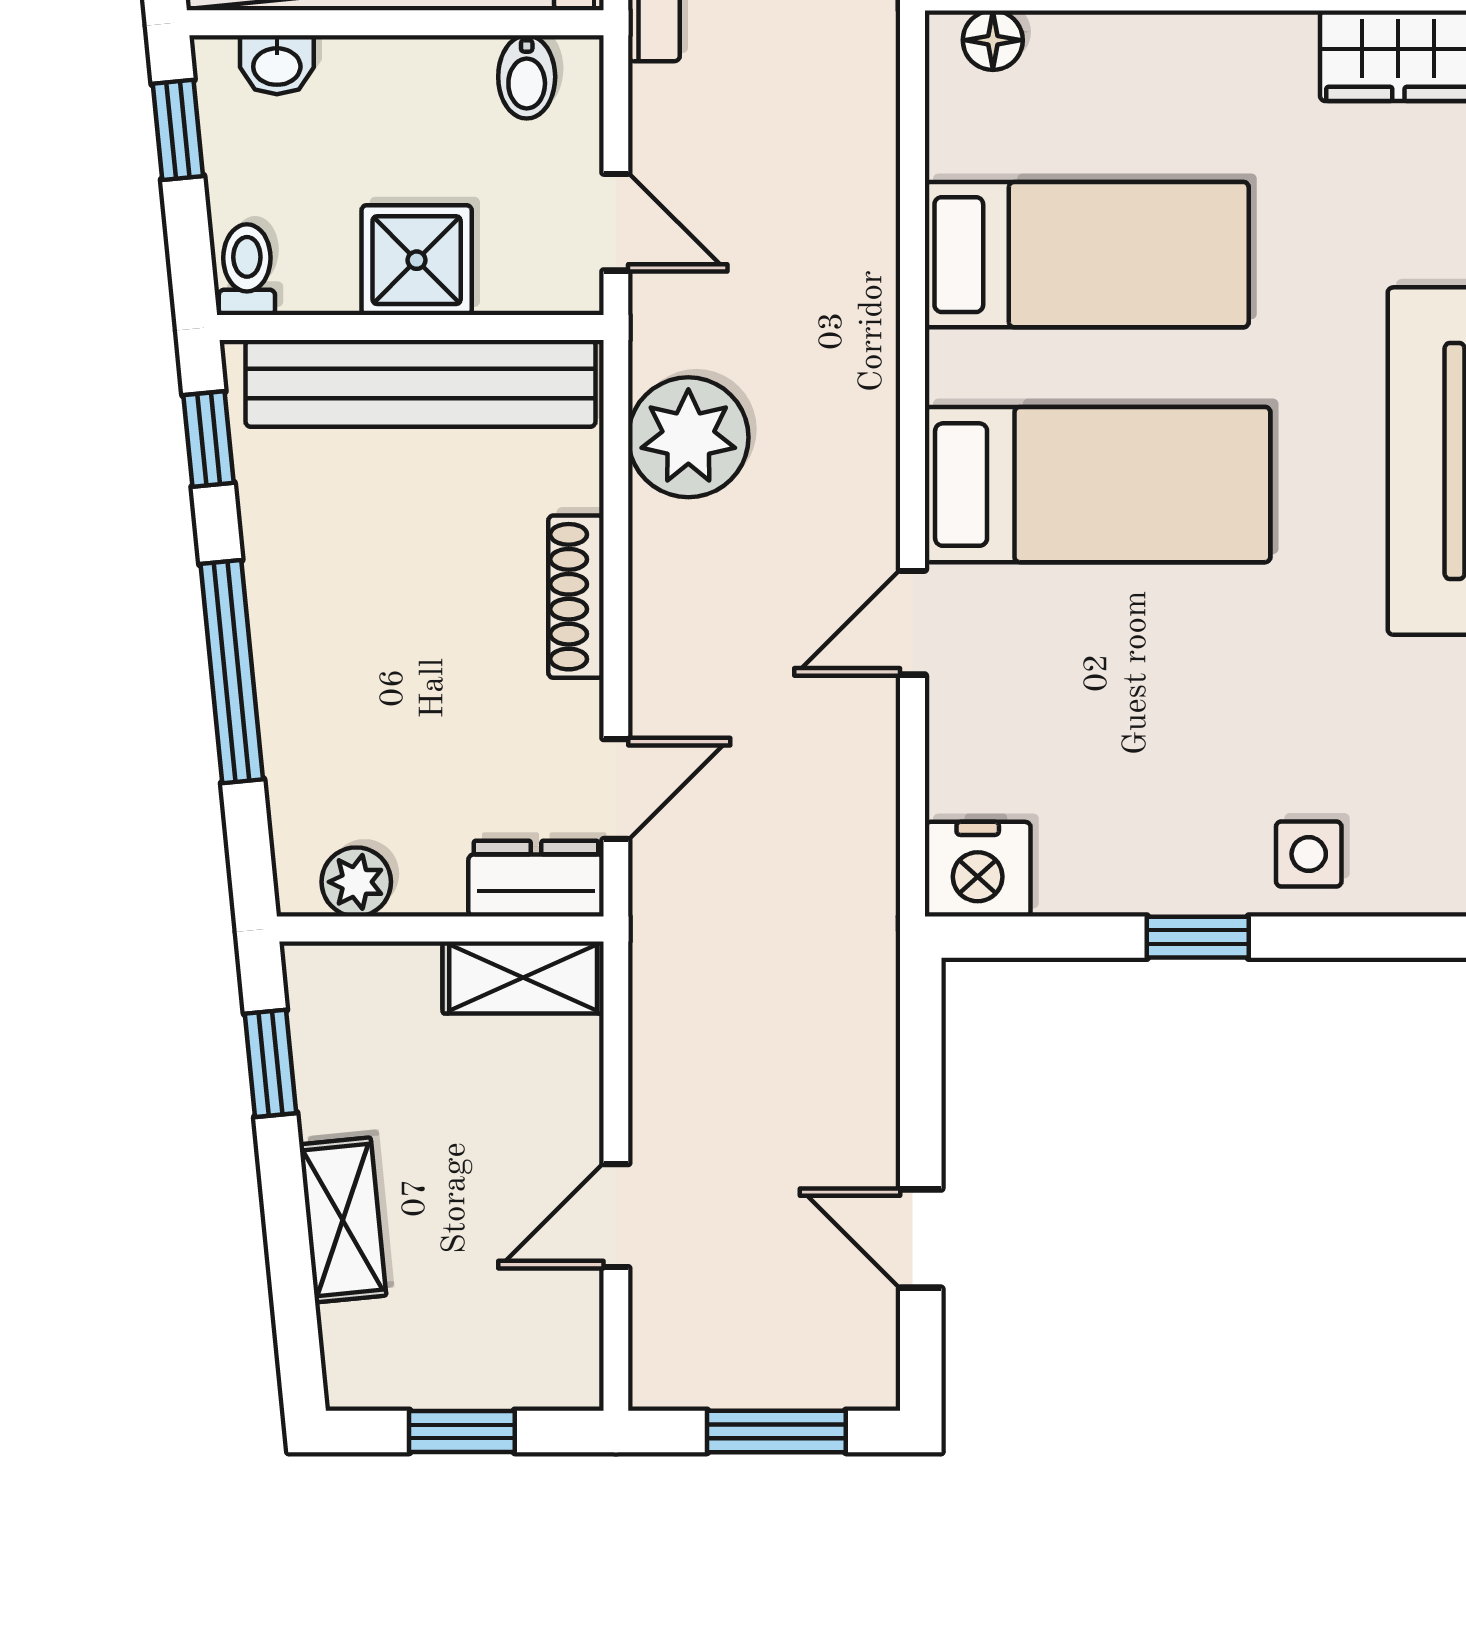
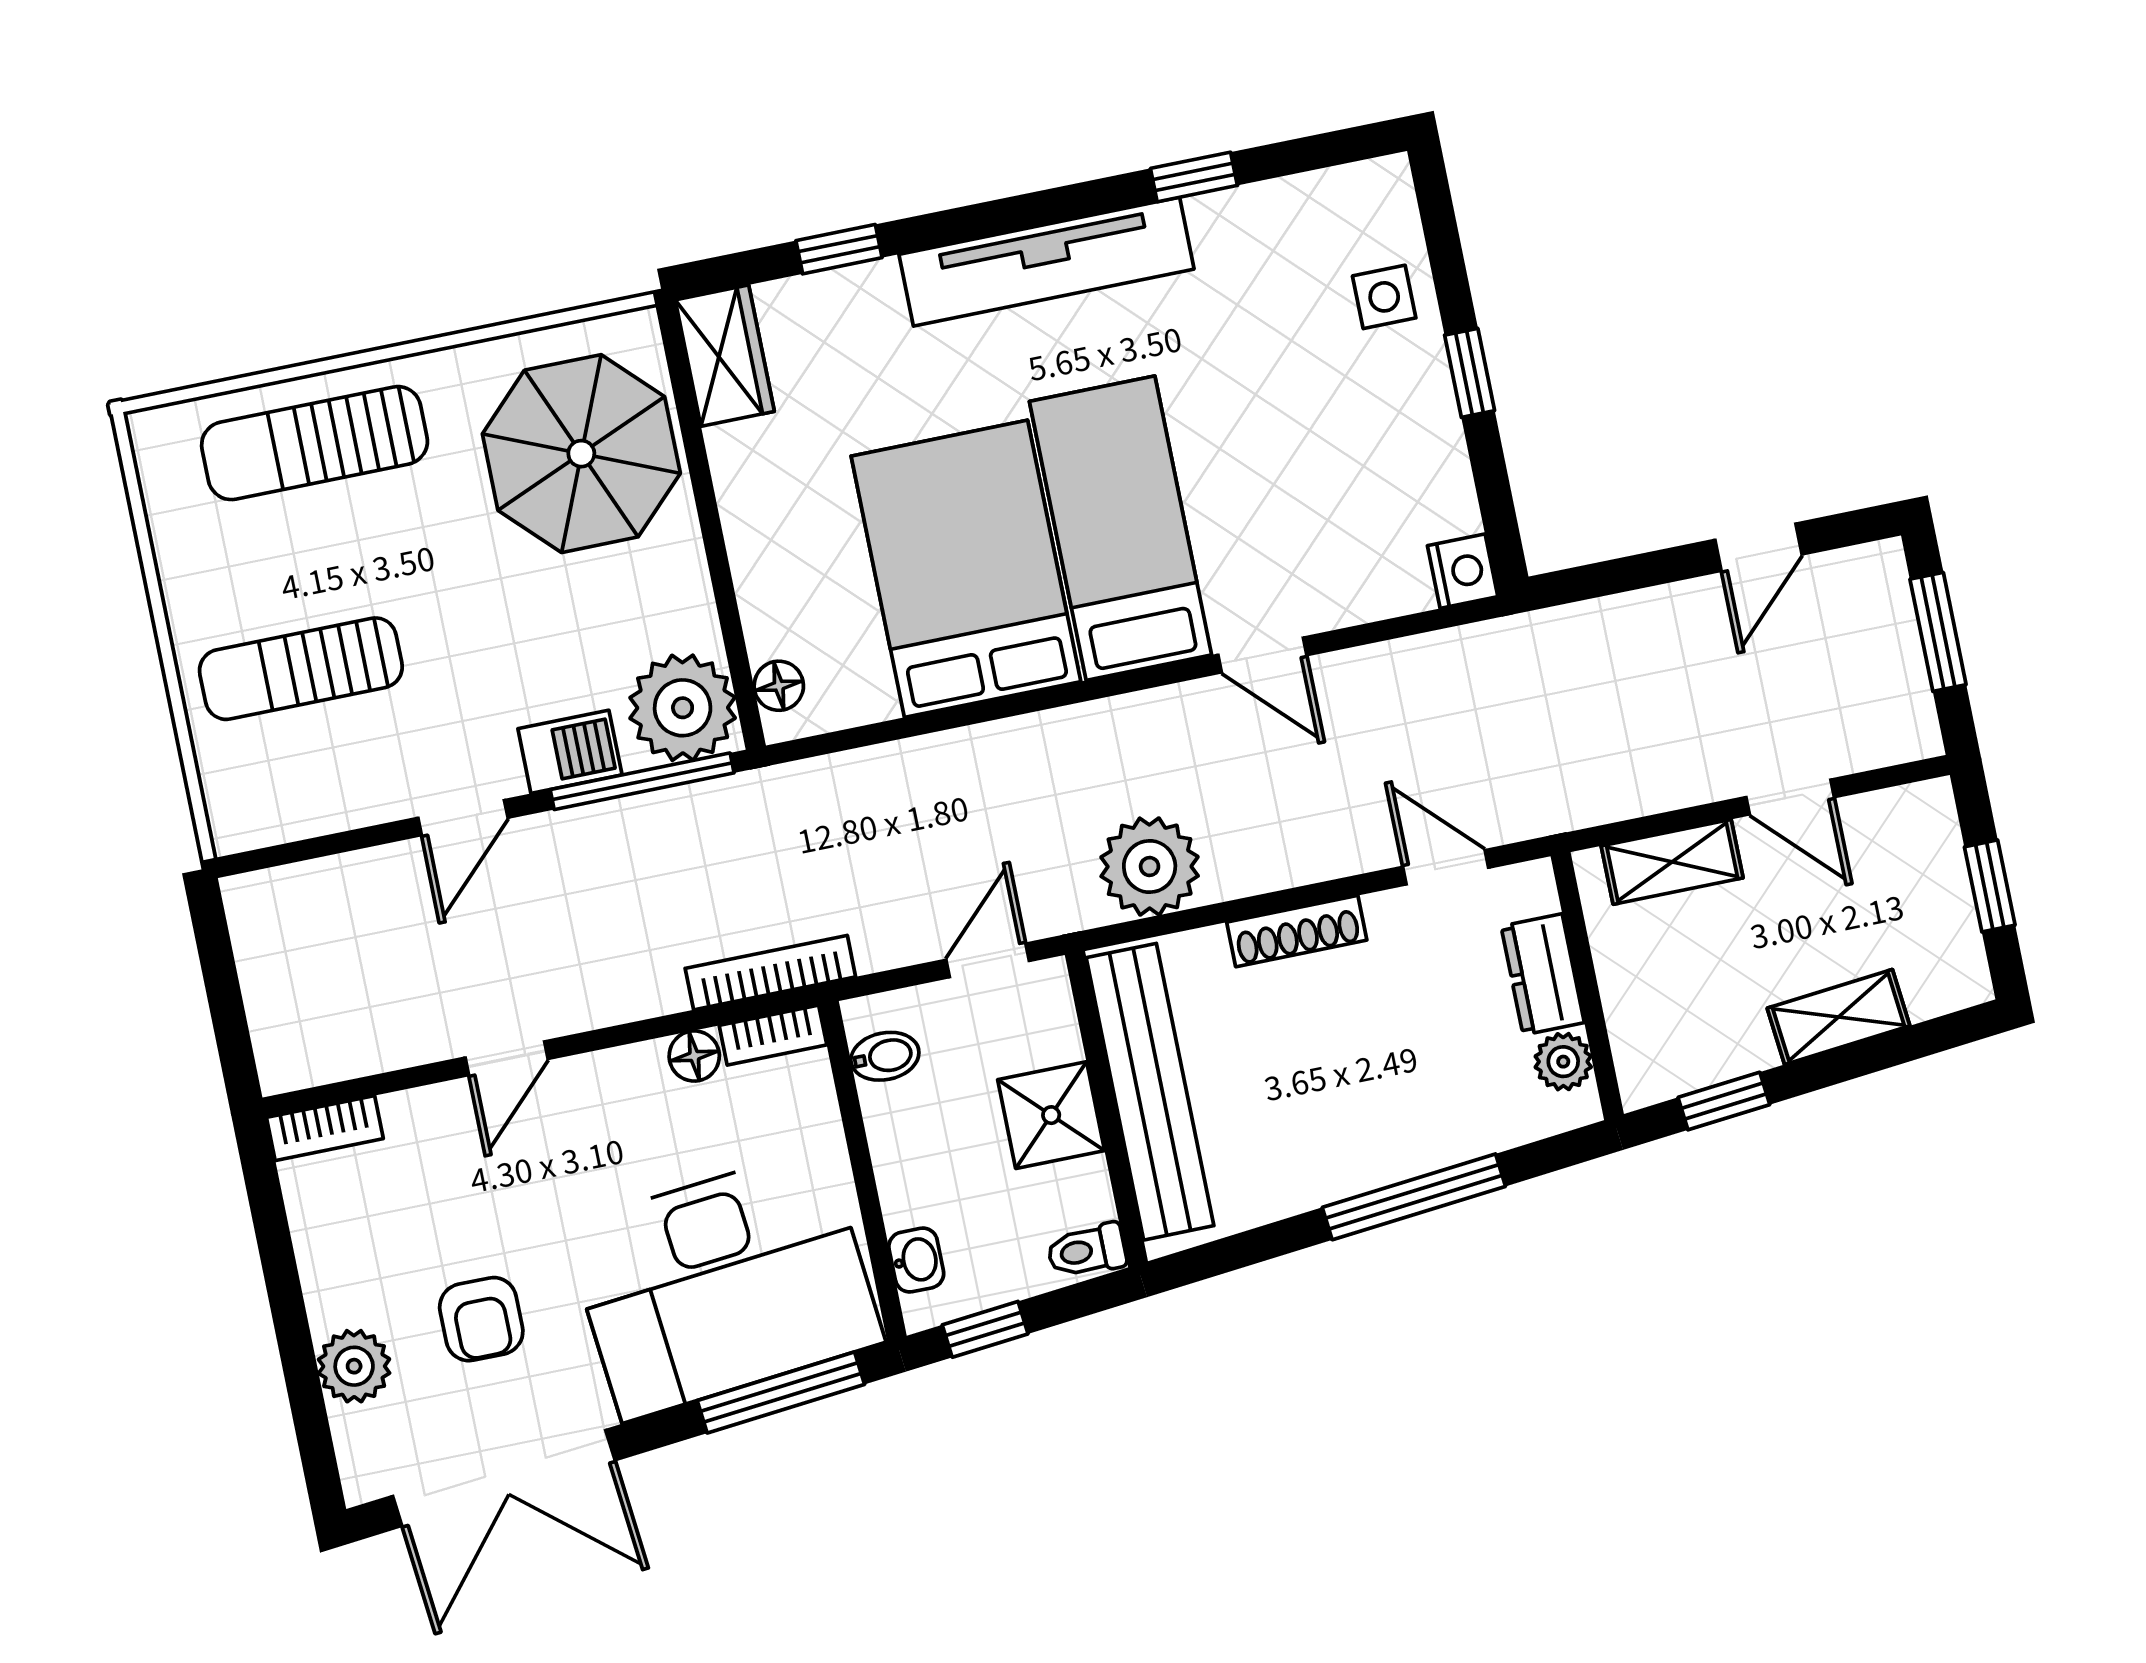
bed: (1087, 255) -> (966, 569), width x1.50
window: (209, 439) -> (1230, 1254), removed
nightstand: (978, 869) -> (1463, 571), width x0.74, depth x0.75
dresser: (536, 879) -> (1543, 974), moved
shelving: (523, 977) -> (1672, 862), moved, turned 90

